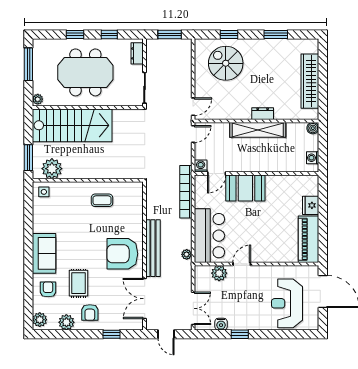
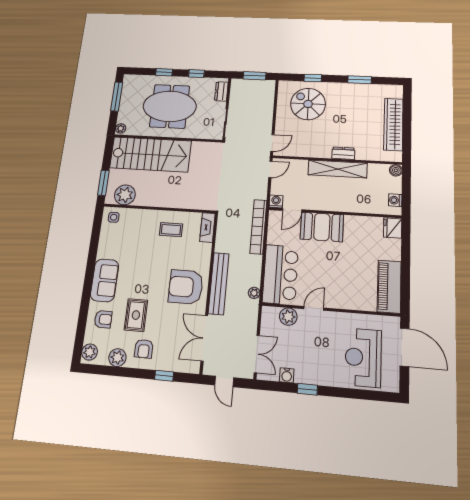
fireplace: (137, 196) -> (207, 228), added
fridge: (311, 205) -> (393, 228), moved
armchair: (48, 289) -> (103, 319), turned 90

